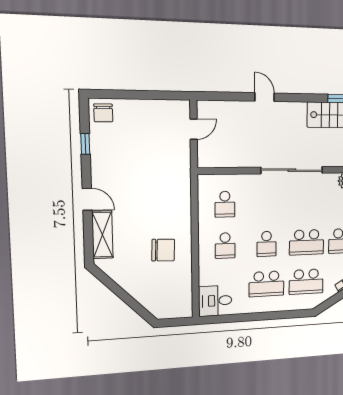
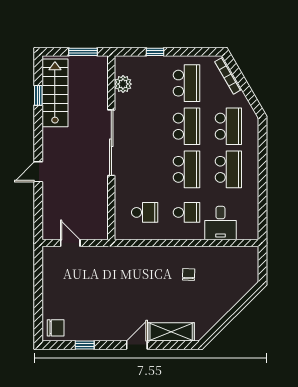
school desk: (266, 244) -> (186, 169), width x1.85
chair: (163, 250) -> (189, 275), width x0.54, depth x0.54
desk: (215, 301) -> (220, 223), moved

